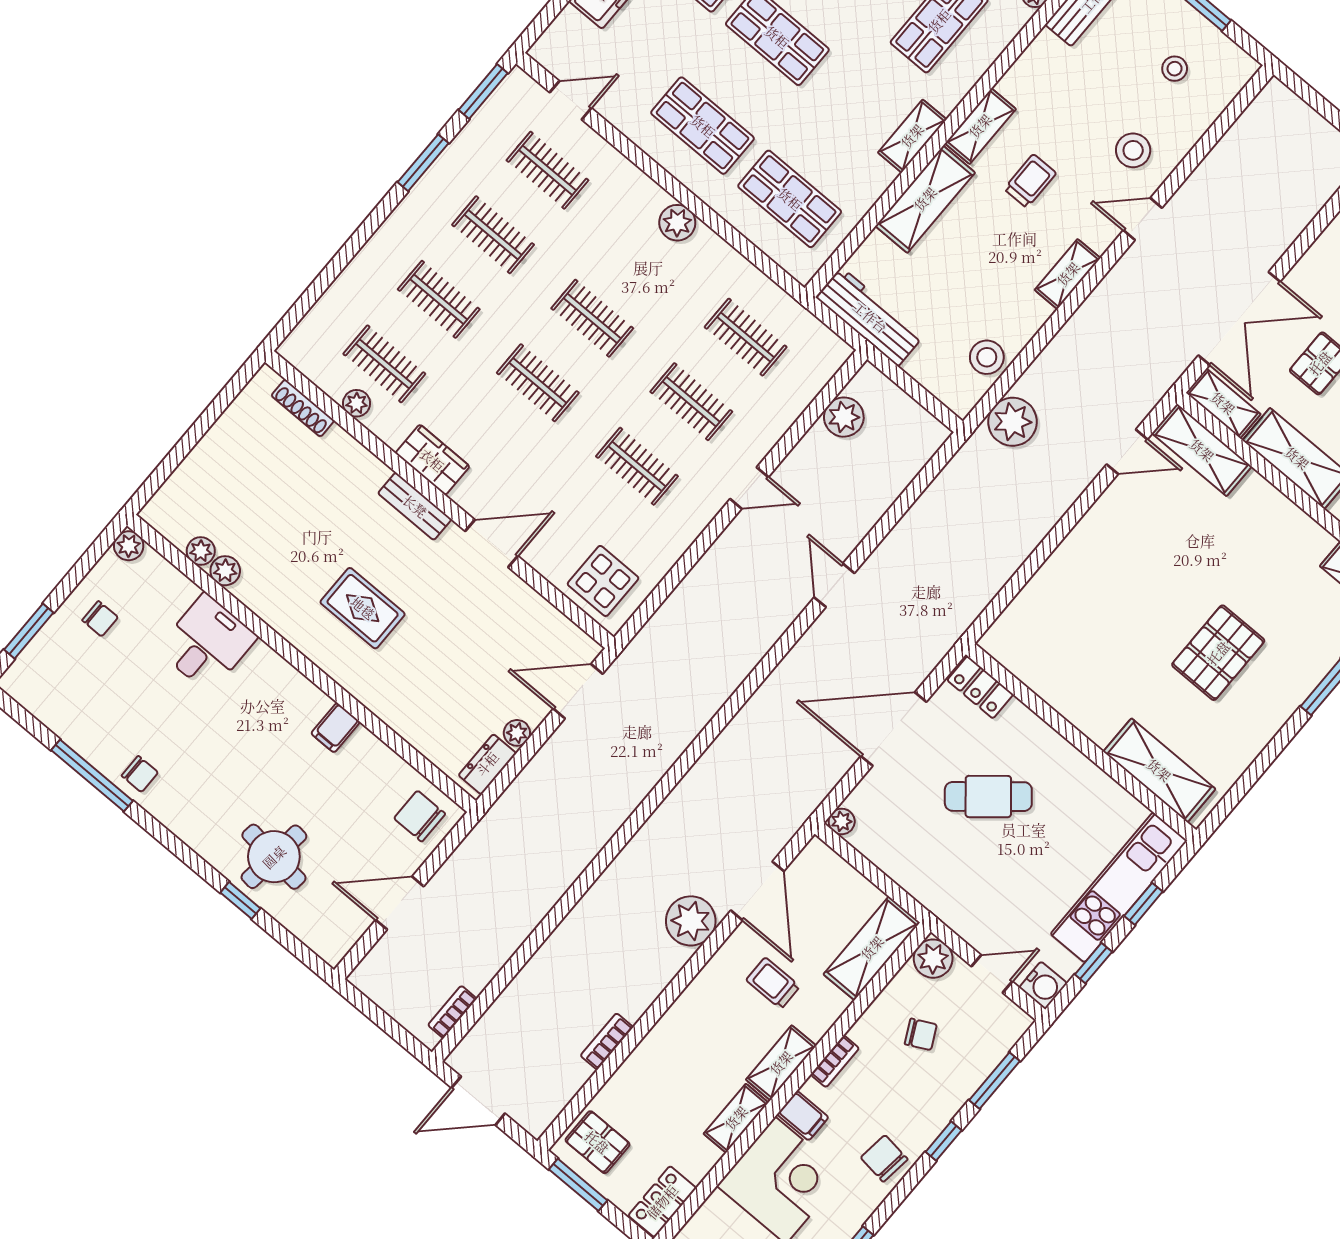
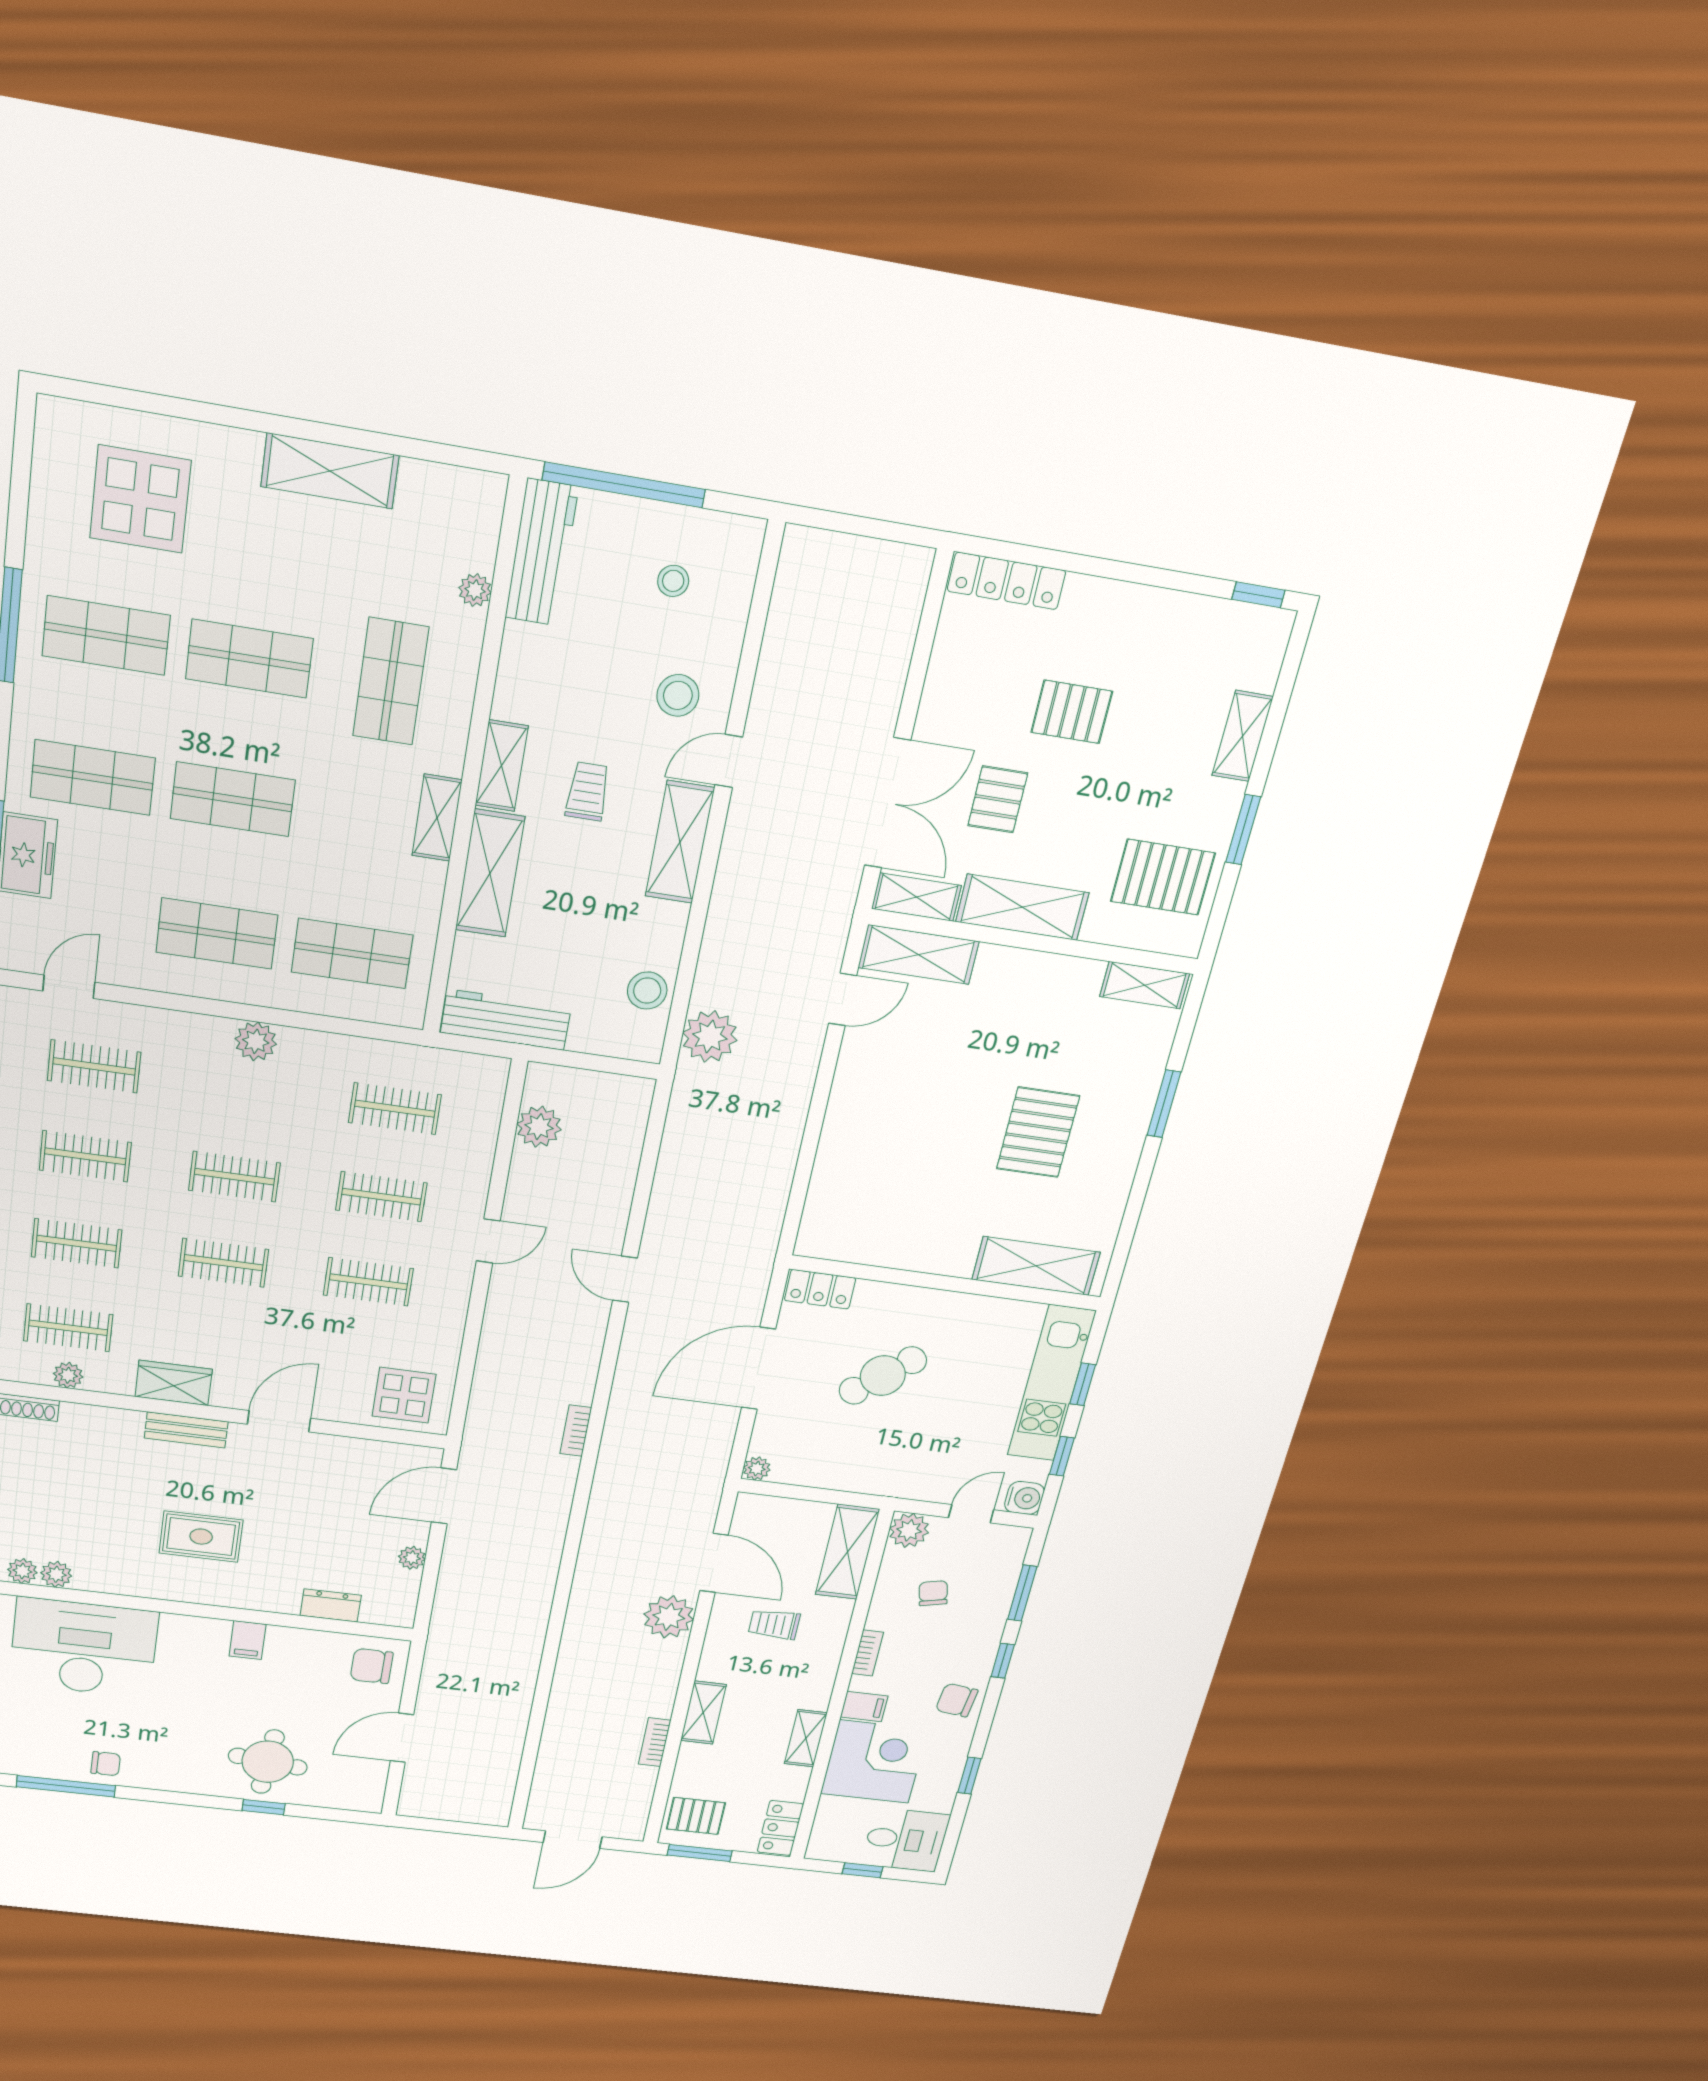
shelving: (1068, 274) -> (680, 842), width x1.50, depth x1.33
desk: (207, 643) -> (84, 1648), width x1.87, depth x1.30
dresser: (487, 764) -> (331, 1605), moved, turned 90
bookcase: (452, 1012) -> (576, 1431), moved
chair: (921, 1034) -> (933, 1593), turned -76
shelving: (781, 1063) -> (703, 1713), moved

